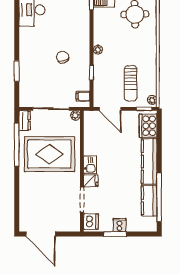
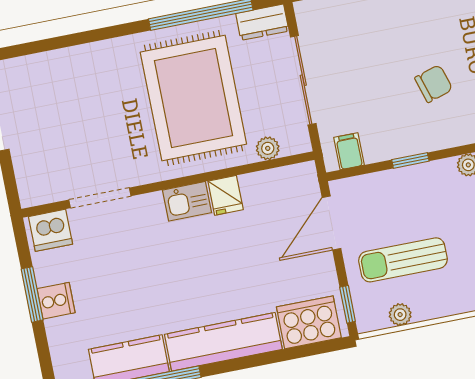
plant: (152, 100) -> (400, 315), moved
plant: (75, 115) -> (268, 148), moved
fridge: (91, 181) -> (226, 195), moved

